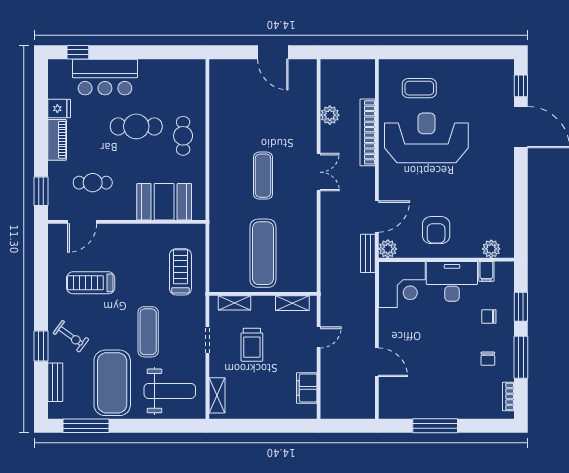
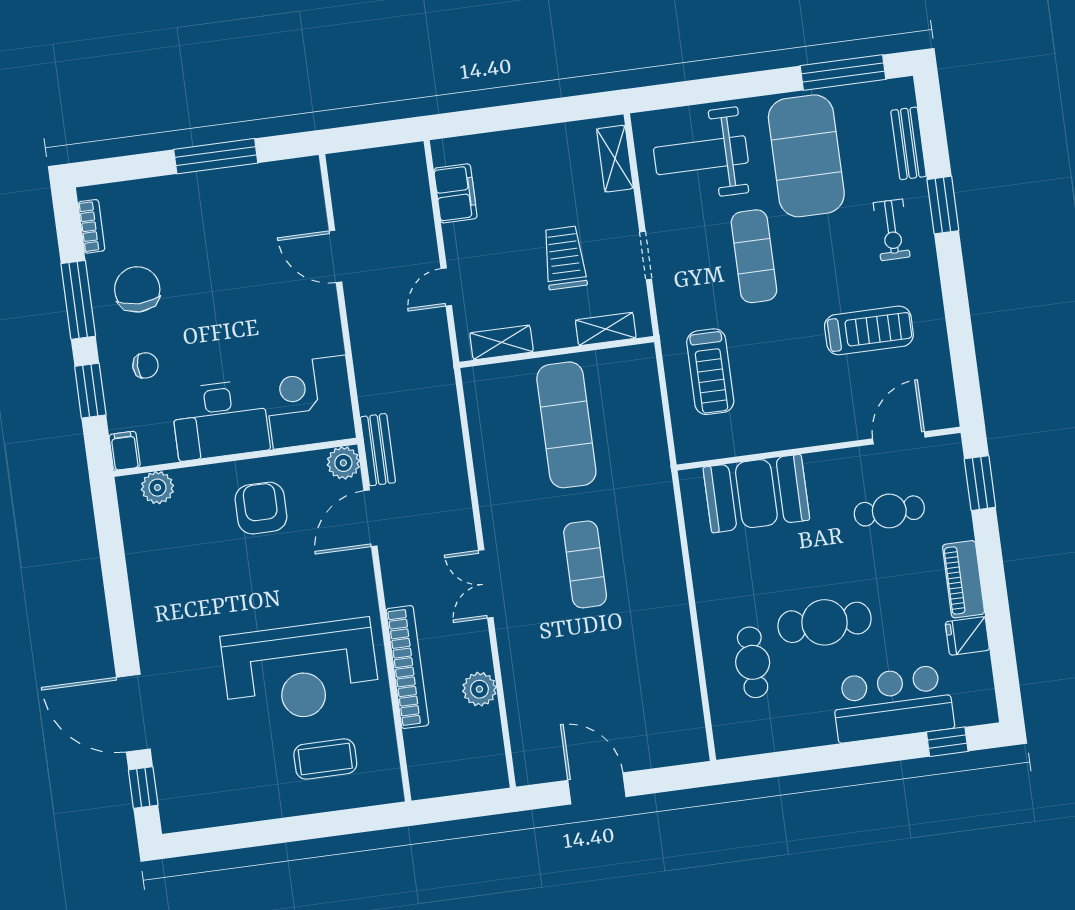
cafe table: (183, 136) -> (753, 662), moved
filing cabinet: (486, 271) -> (125, 451), moved
exercise bike: (71, 336) -> (892, 230), turned -126
chair: (488, 359) -> (137, 289), width x1.87, depth x1.87

